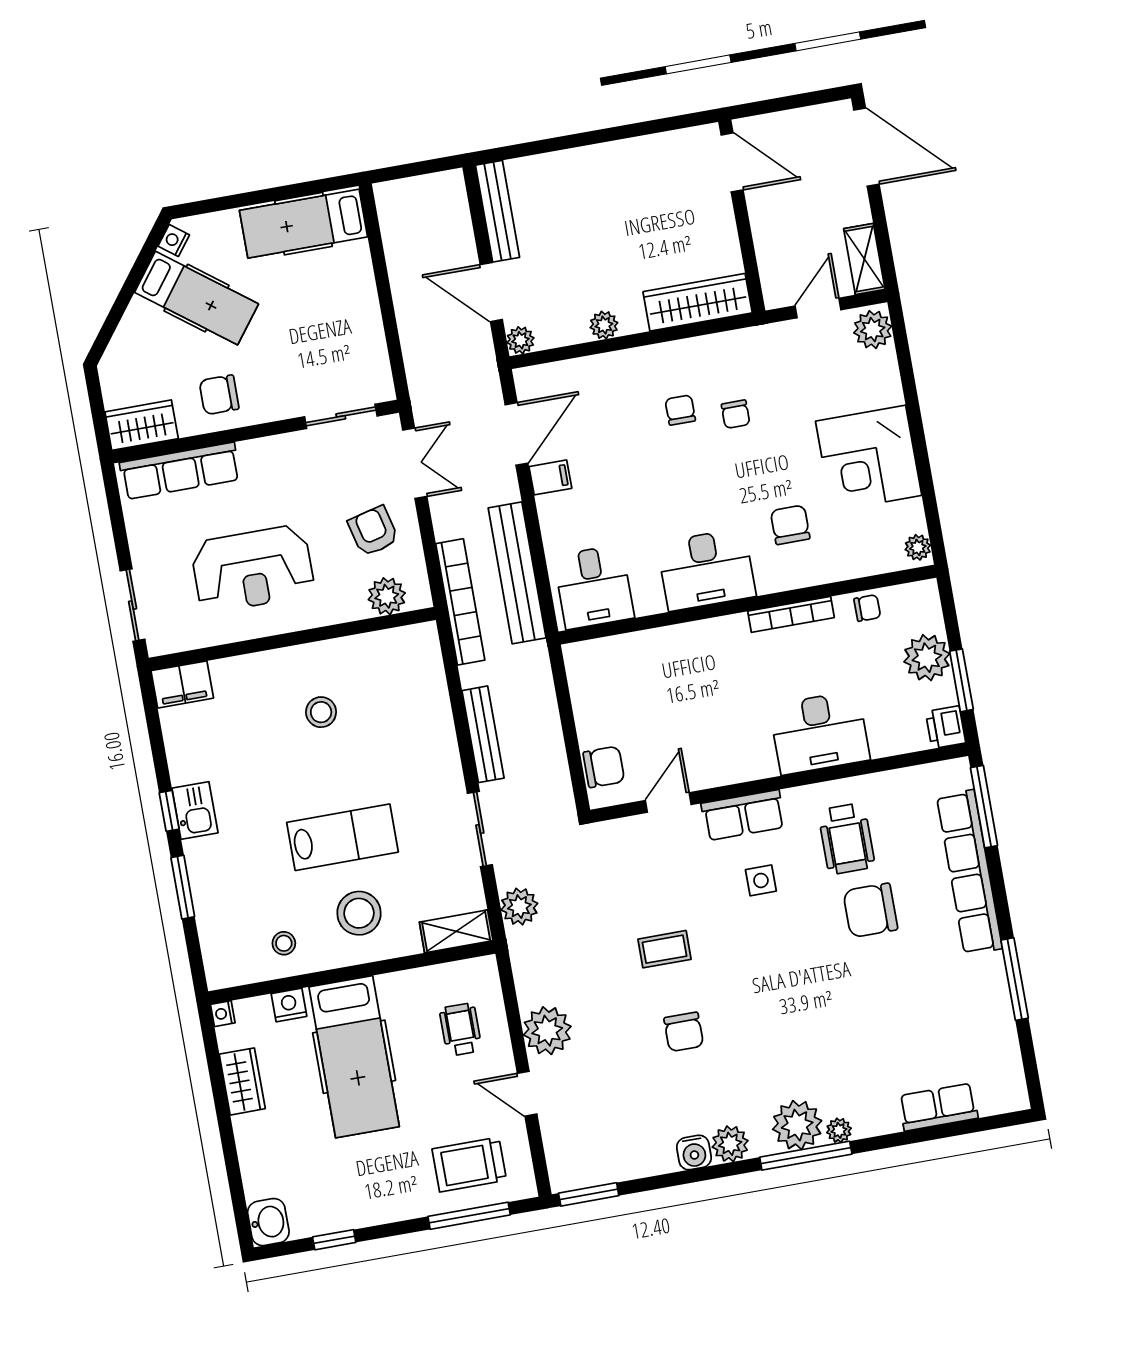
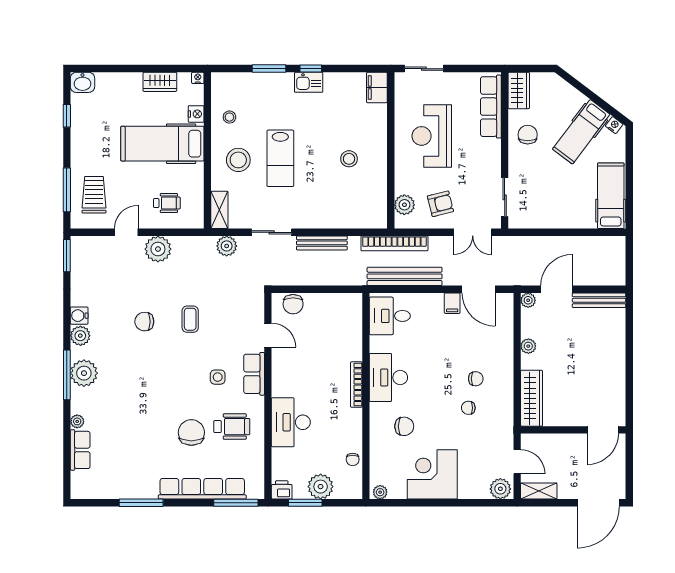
bookcase: (791, 614) -> (356, 385), moved
wheelchair: (846, 839) -> (232, 427), turned 180
plant: (839, 1130) -> (77, 421), moved

